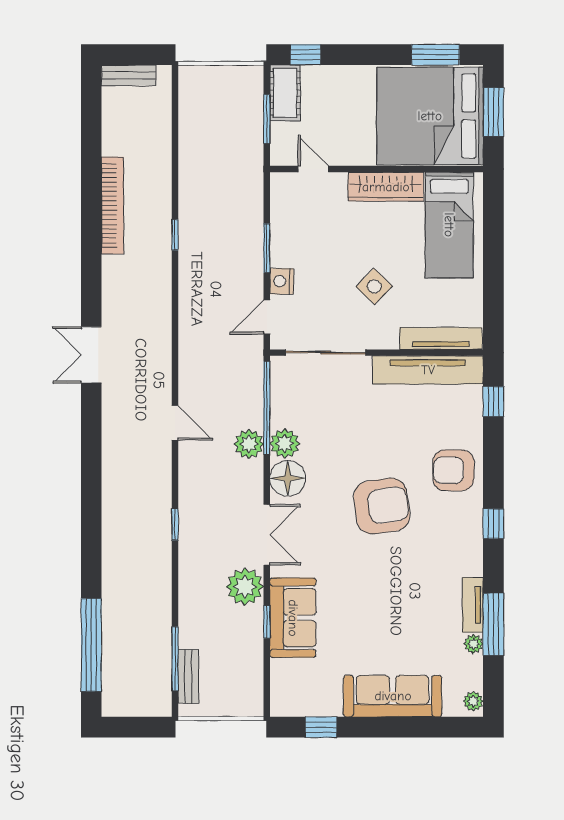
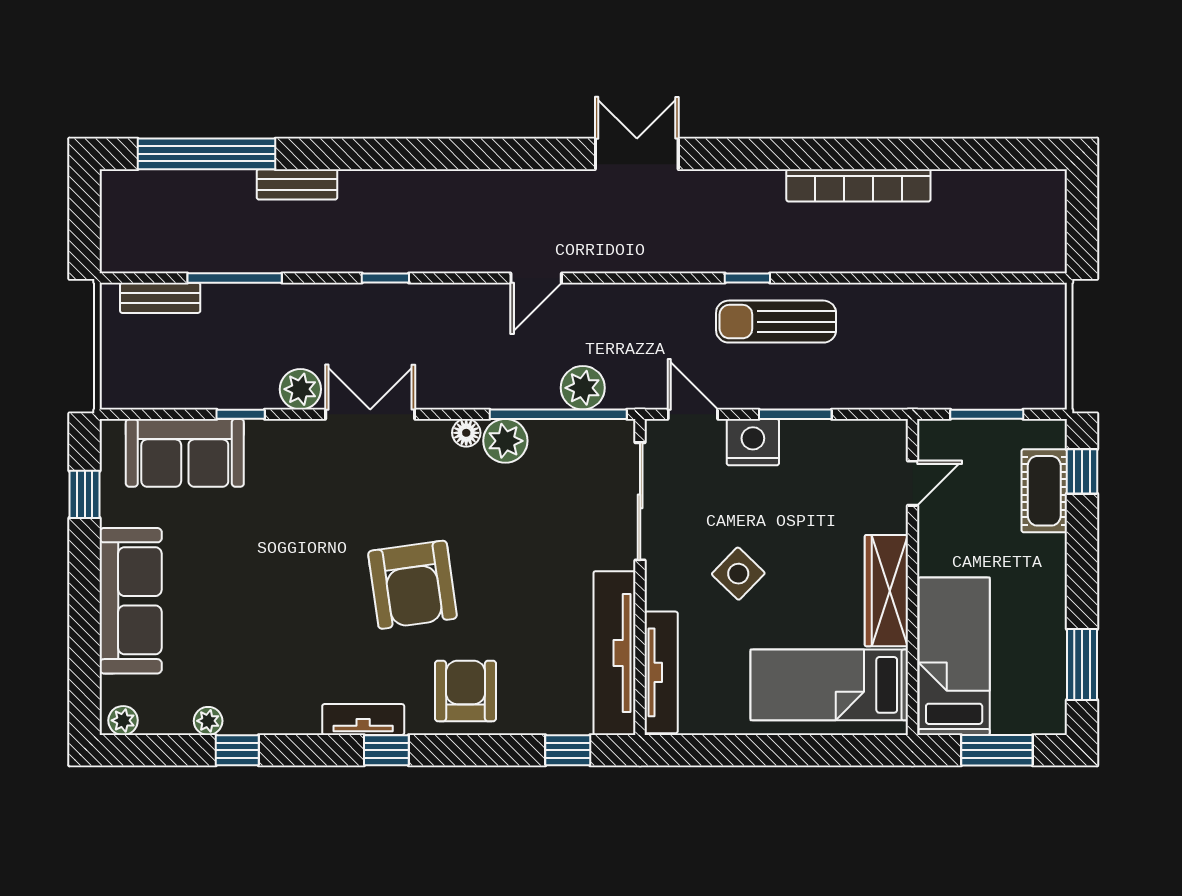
bench: (129, 75) -> (297, 184), moved, turned 90
cot: (285, 93) -> (1044, 491), moved, turned 90
bed: (430, 116) -> (954, 656), width x0.49
window: (175, 235) -> (747, 278), moved
sun lounger: (204, 261) -> (776, 322), added
nightstand: (282, 281) -> (753, 442), width x1.36, depth x1.33
plant: (249, 444) -> (583, 388), moved
floor lamp: (288, 478) -> (466, 433), width x0.53, depth x0.53
double door: (267, 535) -> (370, 414), swing flipped
plant: (245, 587) -> (300, 389), width x0.73, depth x0.73
tv unit: (473, 605) -> (363, 720), moved
sofa: (293, 618) -> (185, 453), moved
window: (493, 624) -> (237, 750), width x0.46
window: (175, 659) -> (235, 278), moved

